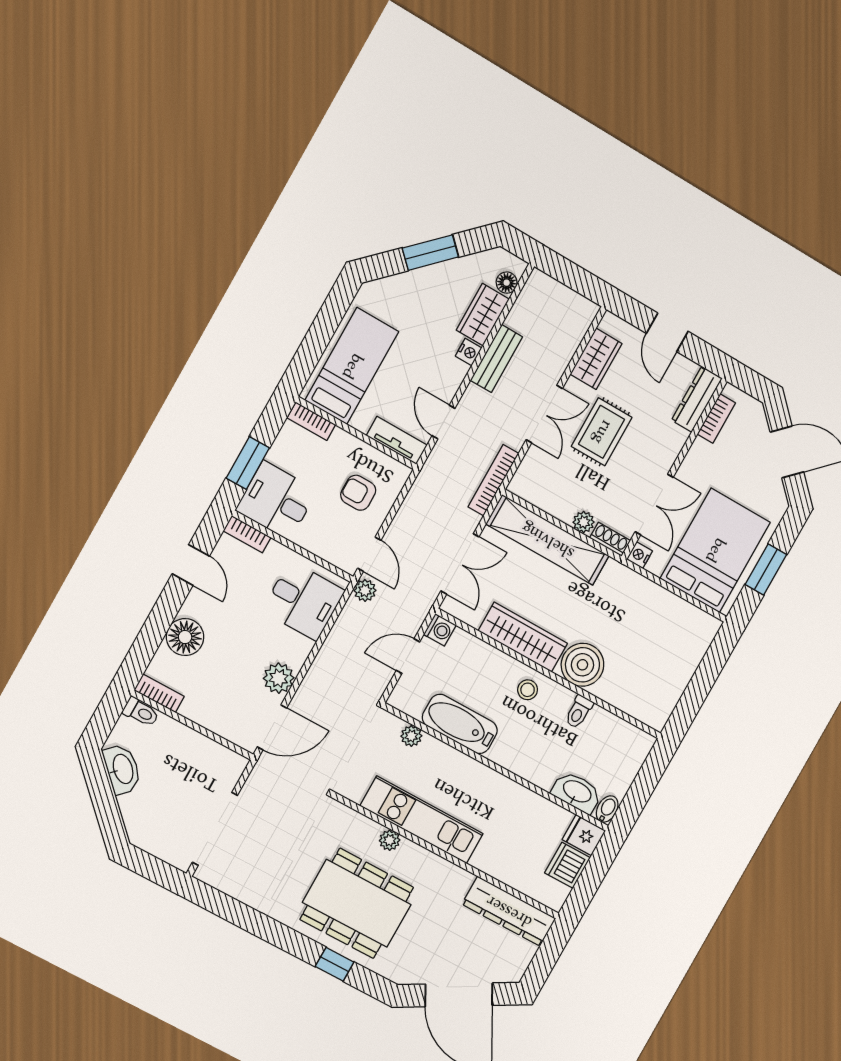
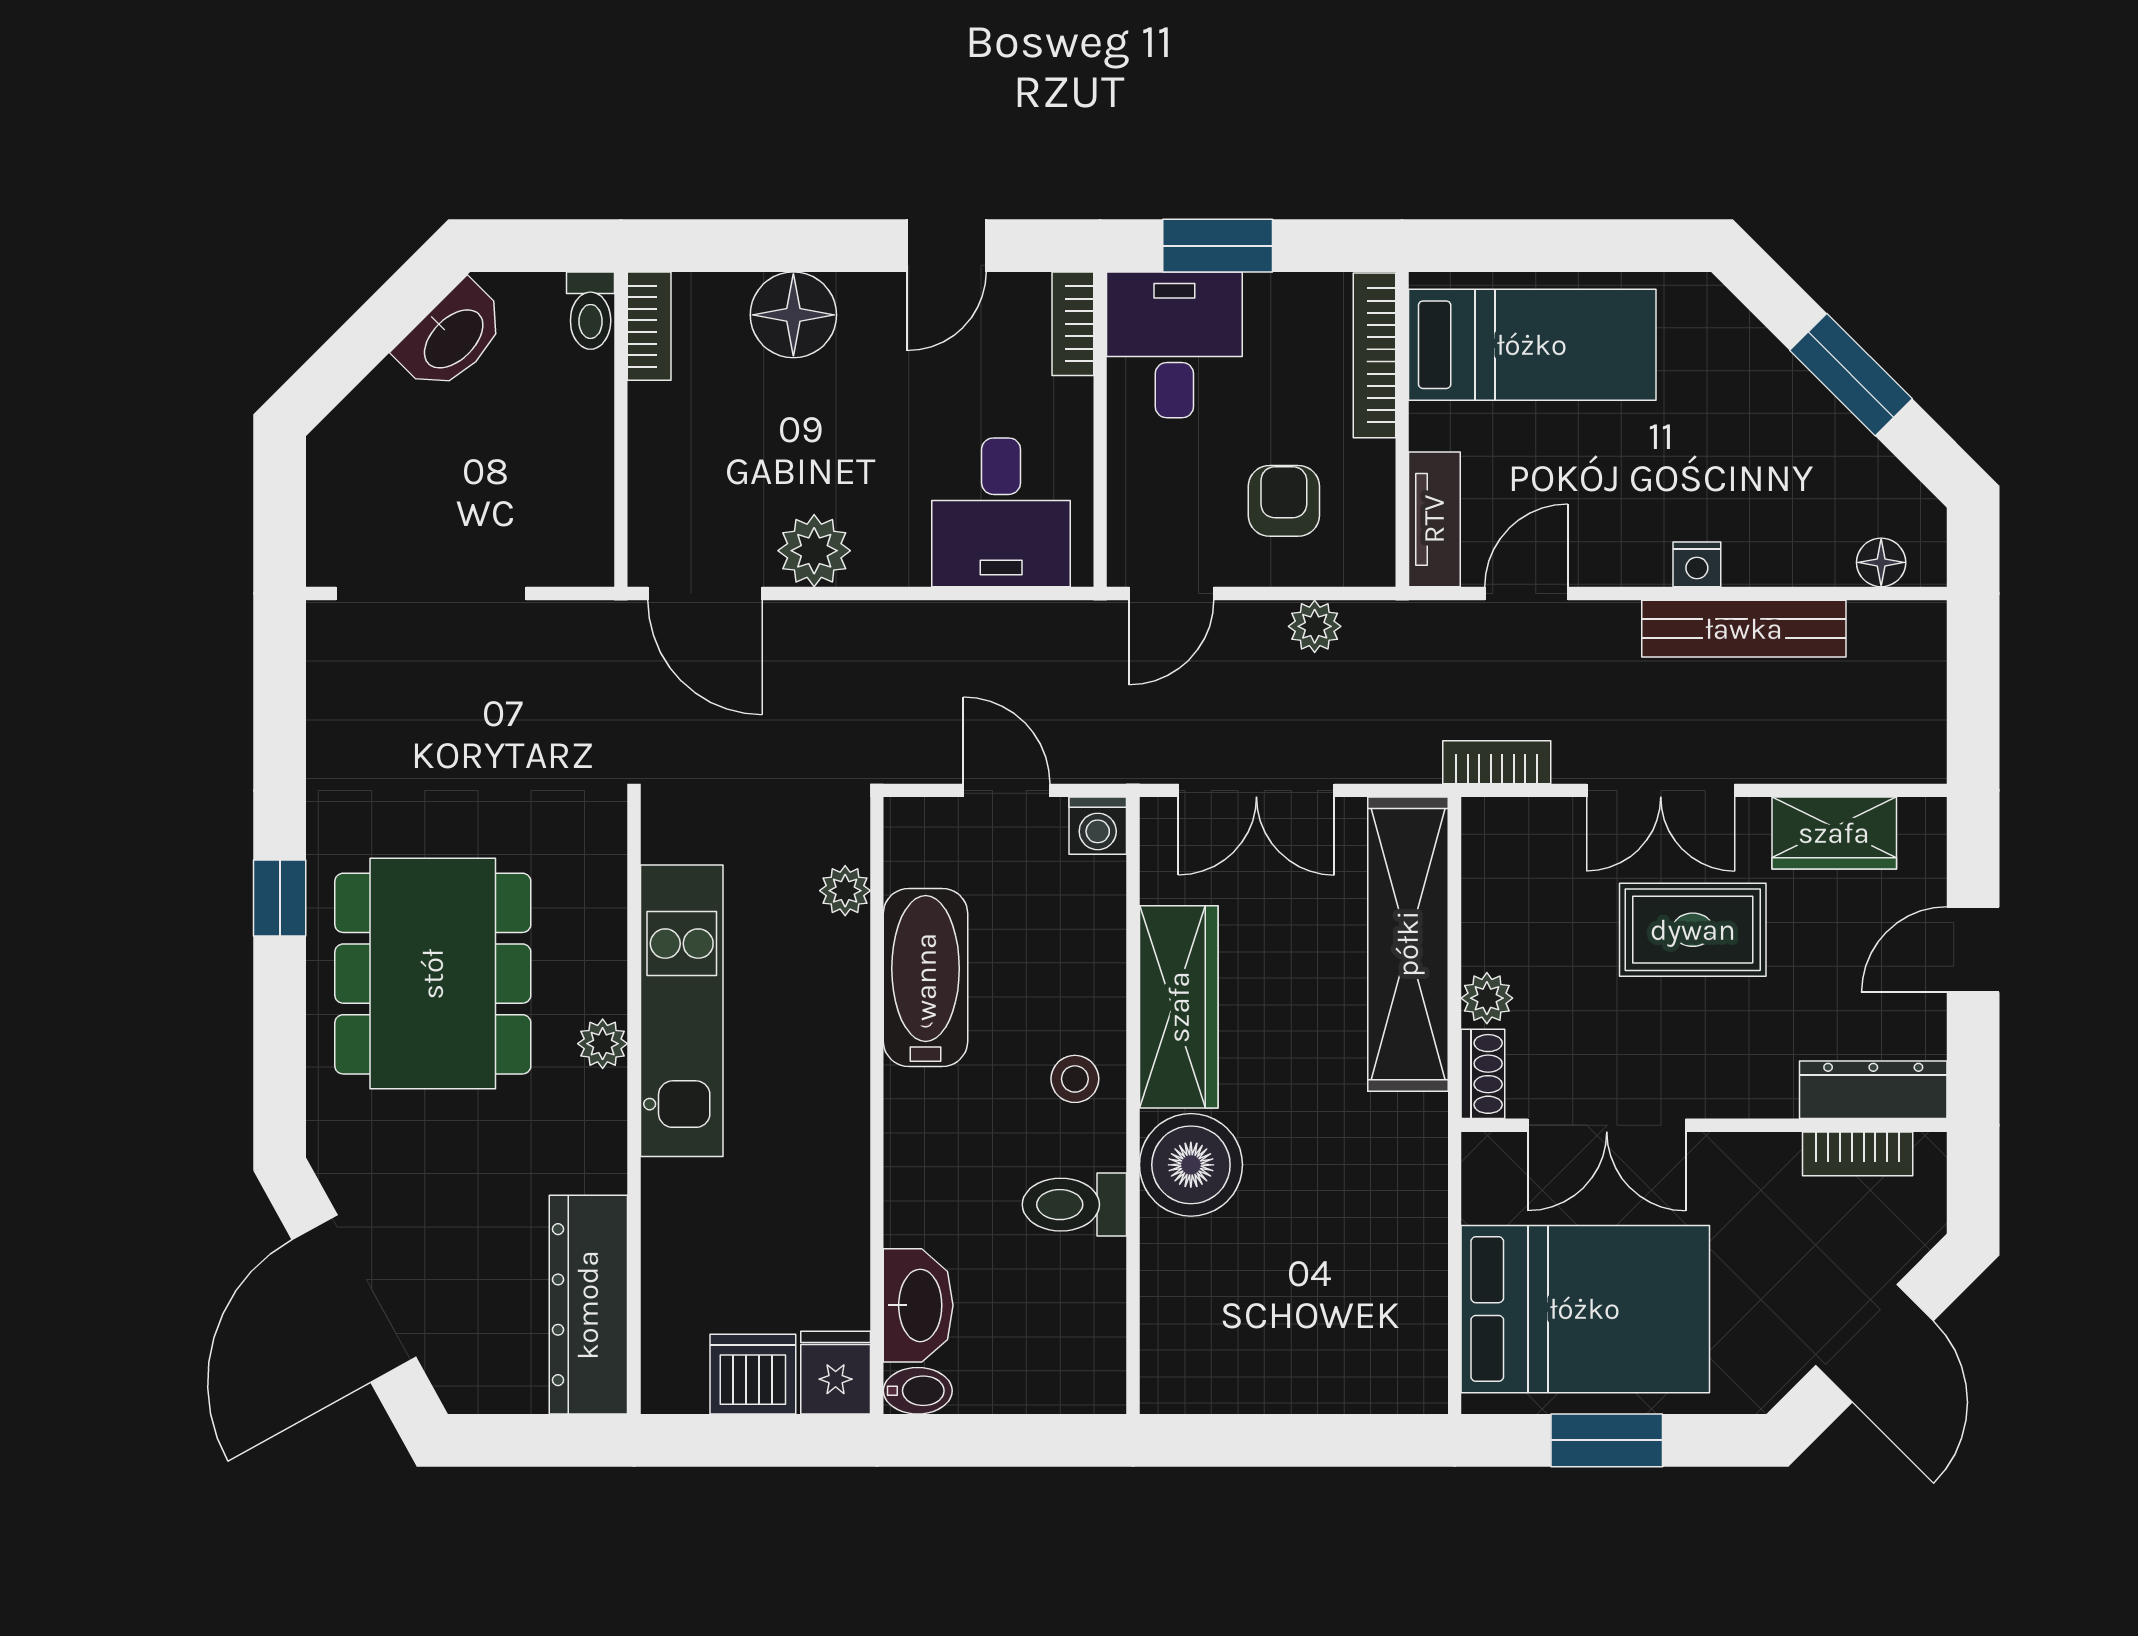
wardrobe: (483, 315) -> (1789, 551), removed
bench: (496, 358) -> (1744, 629), width x1.36
bookcase: (311, 421) -> (1374, 355), width x1.56
bookcase: (493, 480) -> (1497, 762), width x0.64
nightstand: (640, 555) -> (1485, 1155), removed
plant: (365, 590) -> (1315, 626), moved
toilet: (579, 712) -> (1074, 1205), width x1.37, depth x1.39
plant: (390, 840) -> (603, 1044), moved
window: (335, 964) -> (280, 898), moved

